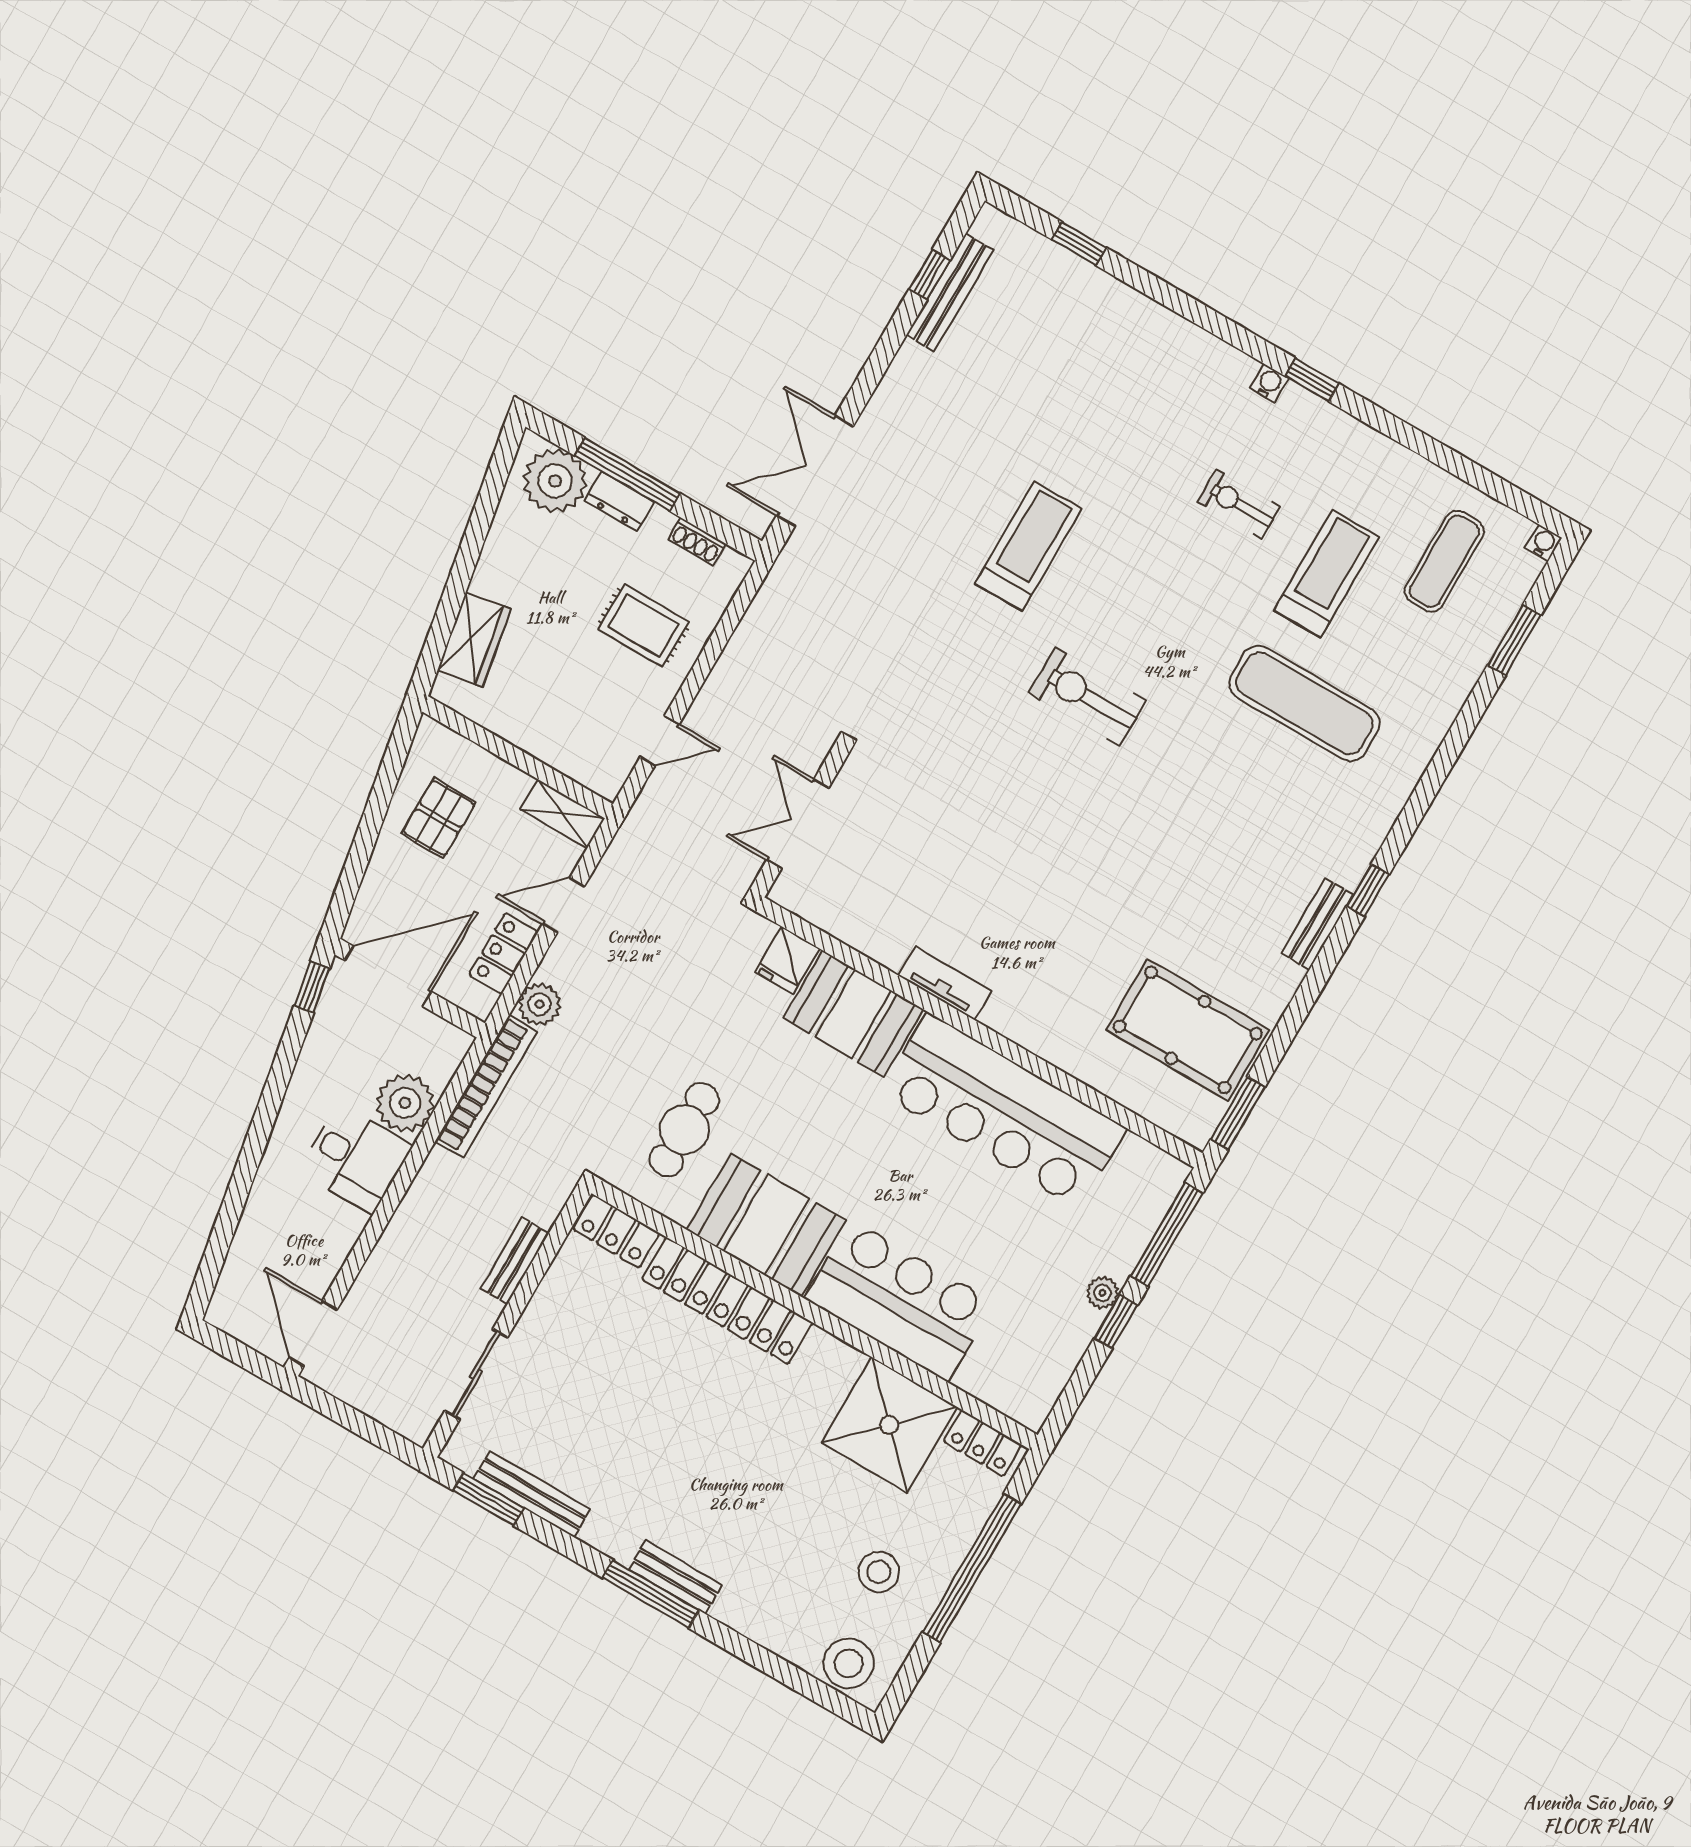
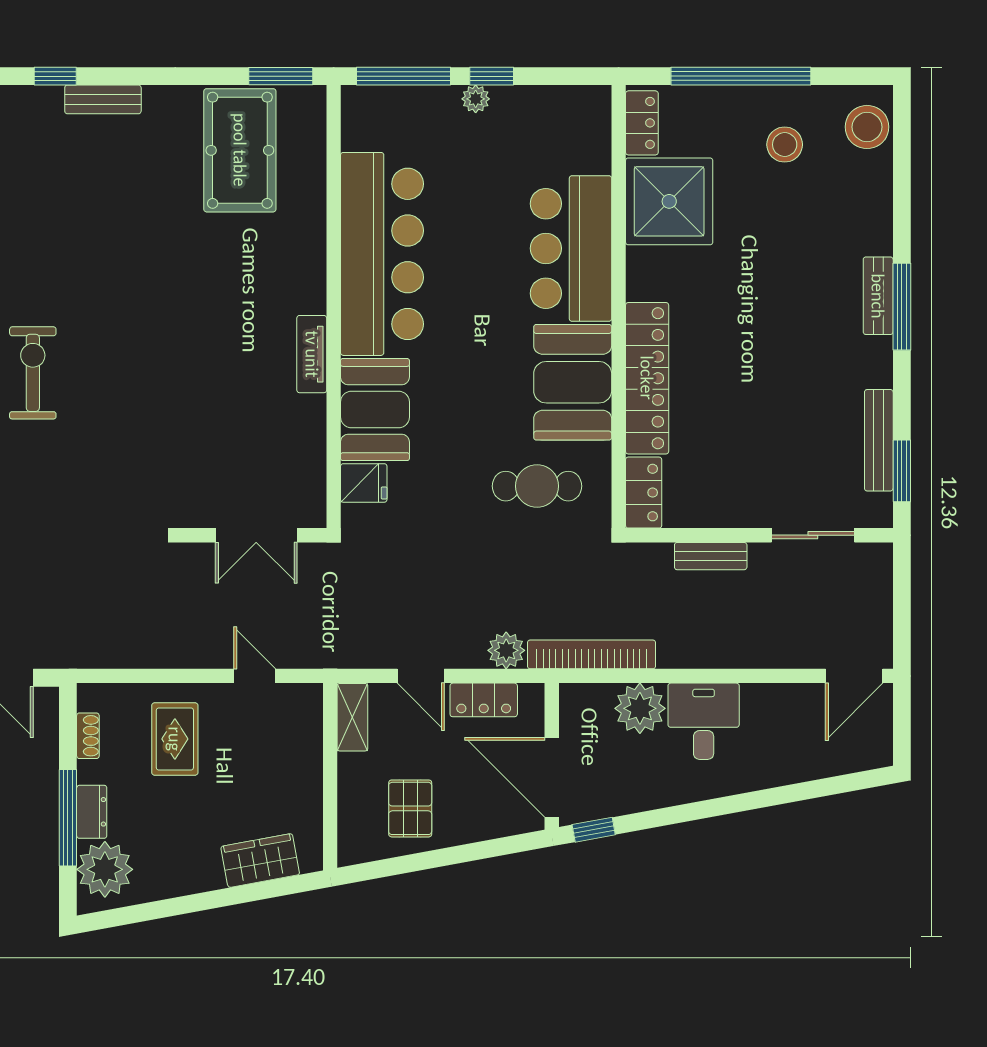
exercise bike: (1087, 697) -> (33, 373), turned 180
pallet: (439, 818) -> (410, 808), turned 90

